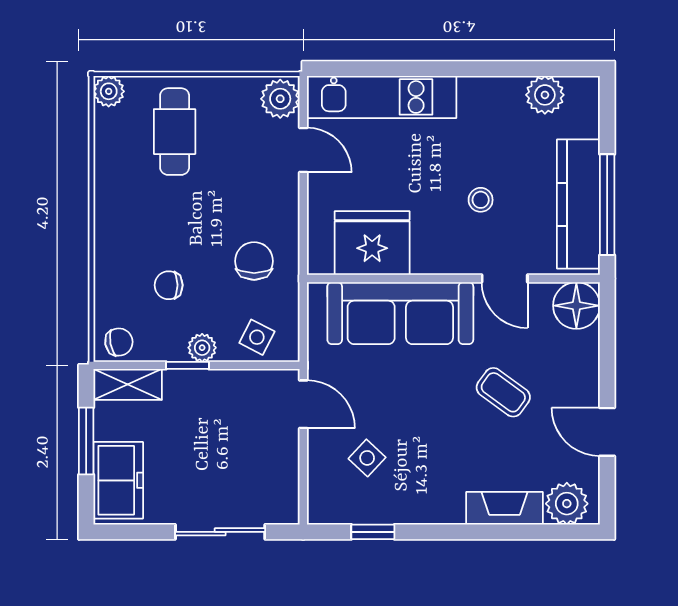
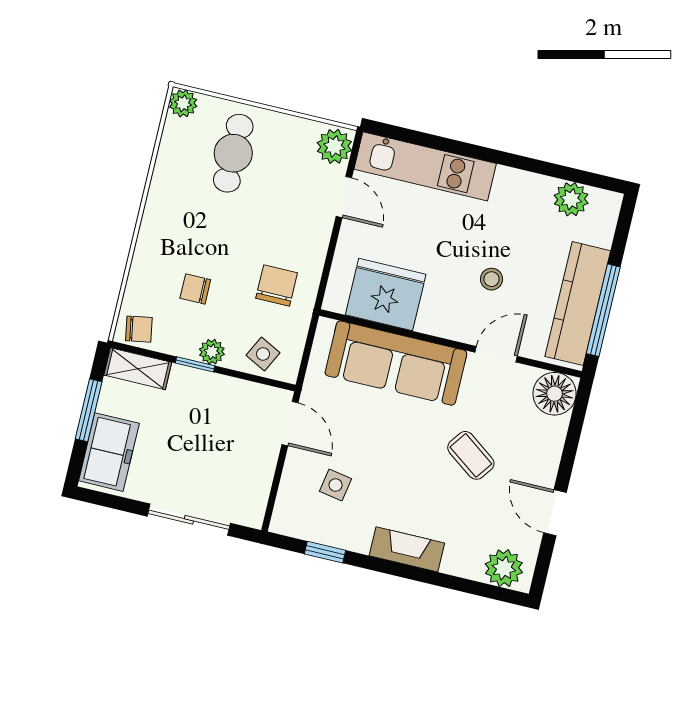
door: (505, 279) -> (496, 354), swing flipped
side table: (367, 458) -> (336, 485), turned -33
fireplace: (504, 508) -> (407, 549), moved

